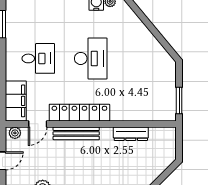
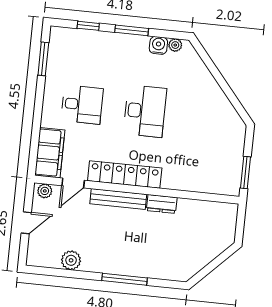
dresser: (131, 134) -> (162, 204), moved, width x0.70

